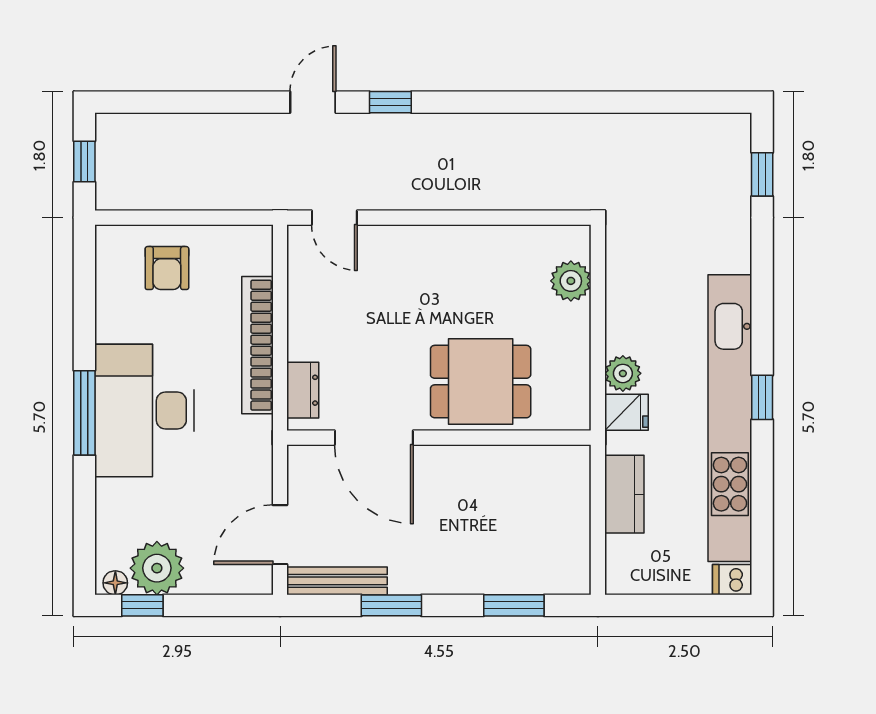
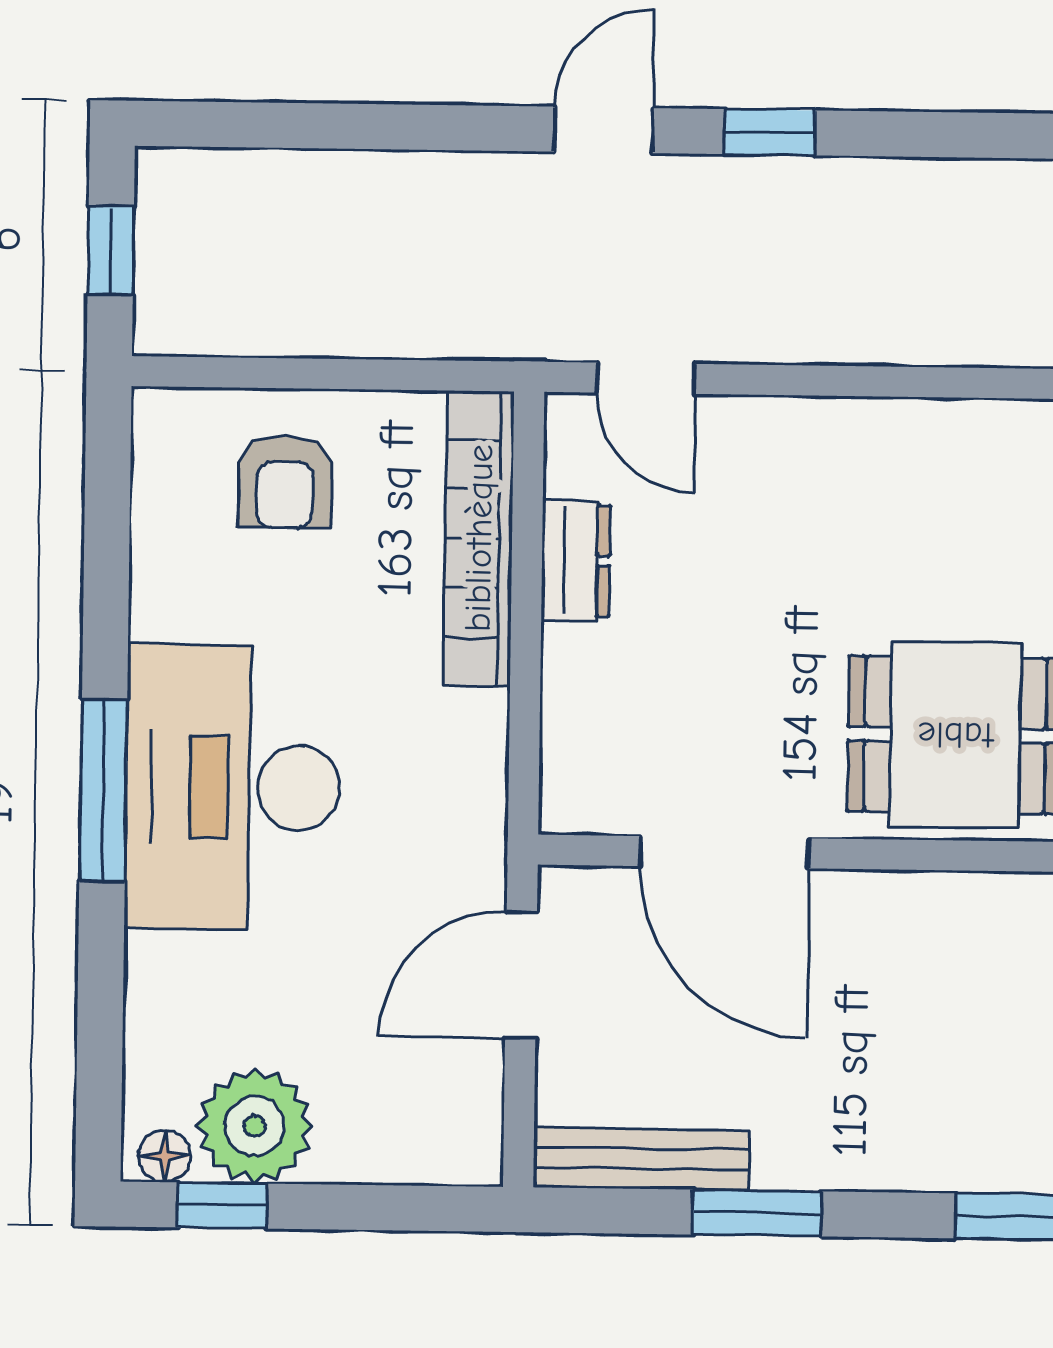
bookcase: (257, 345) -> (479, 538), moved
dresser: (303, 390) -> (576, 561), moved
door: (280, 535) -> (521, 975), moved

